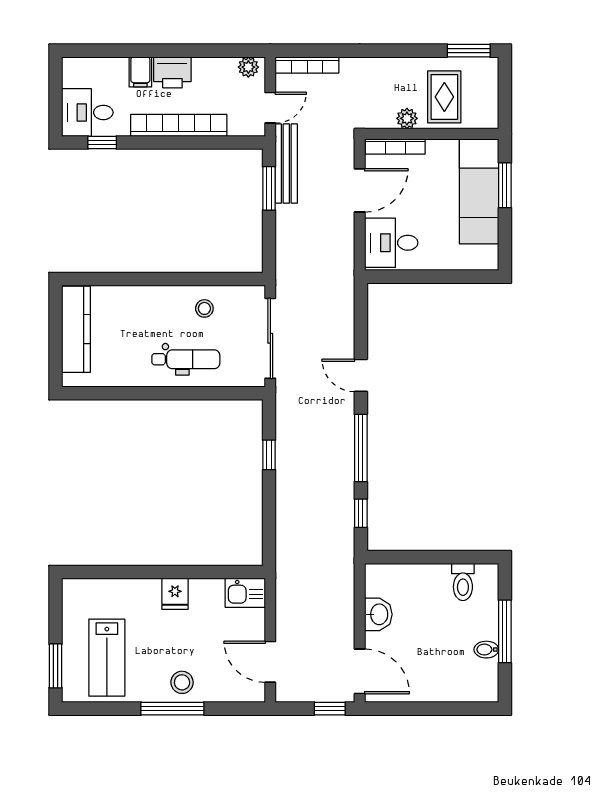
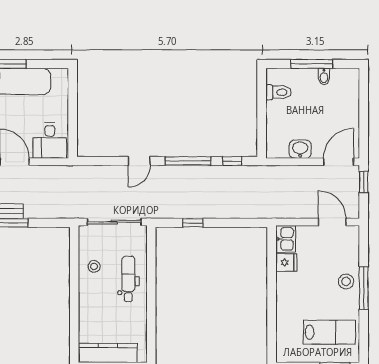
fridge: (175, 594) -> (286, 263), moved
door: (270, 662) -> (332, 222), swing flipped

